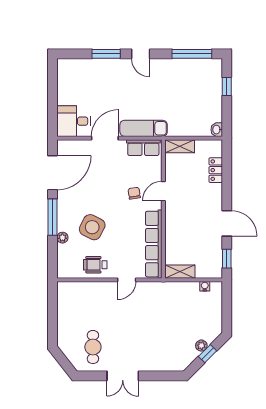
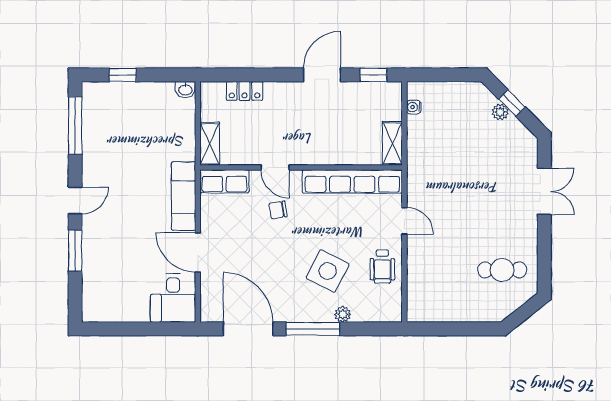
row of seats: (143, 148) -> (224, 181), moved, turned 90
double door: (123, 376) -> (544, 191), moved

